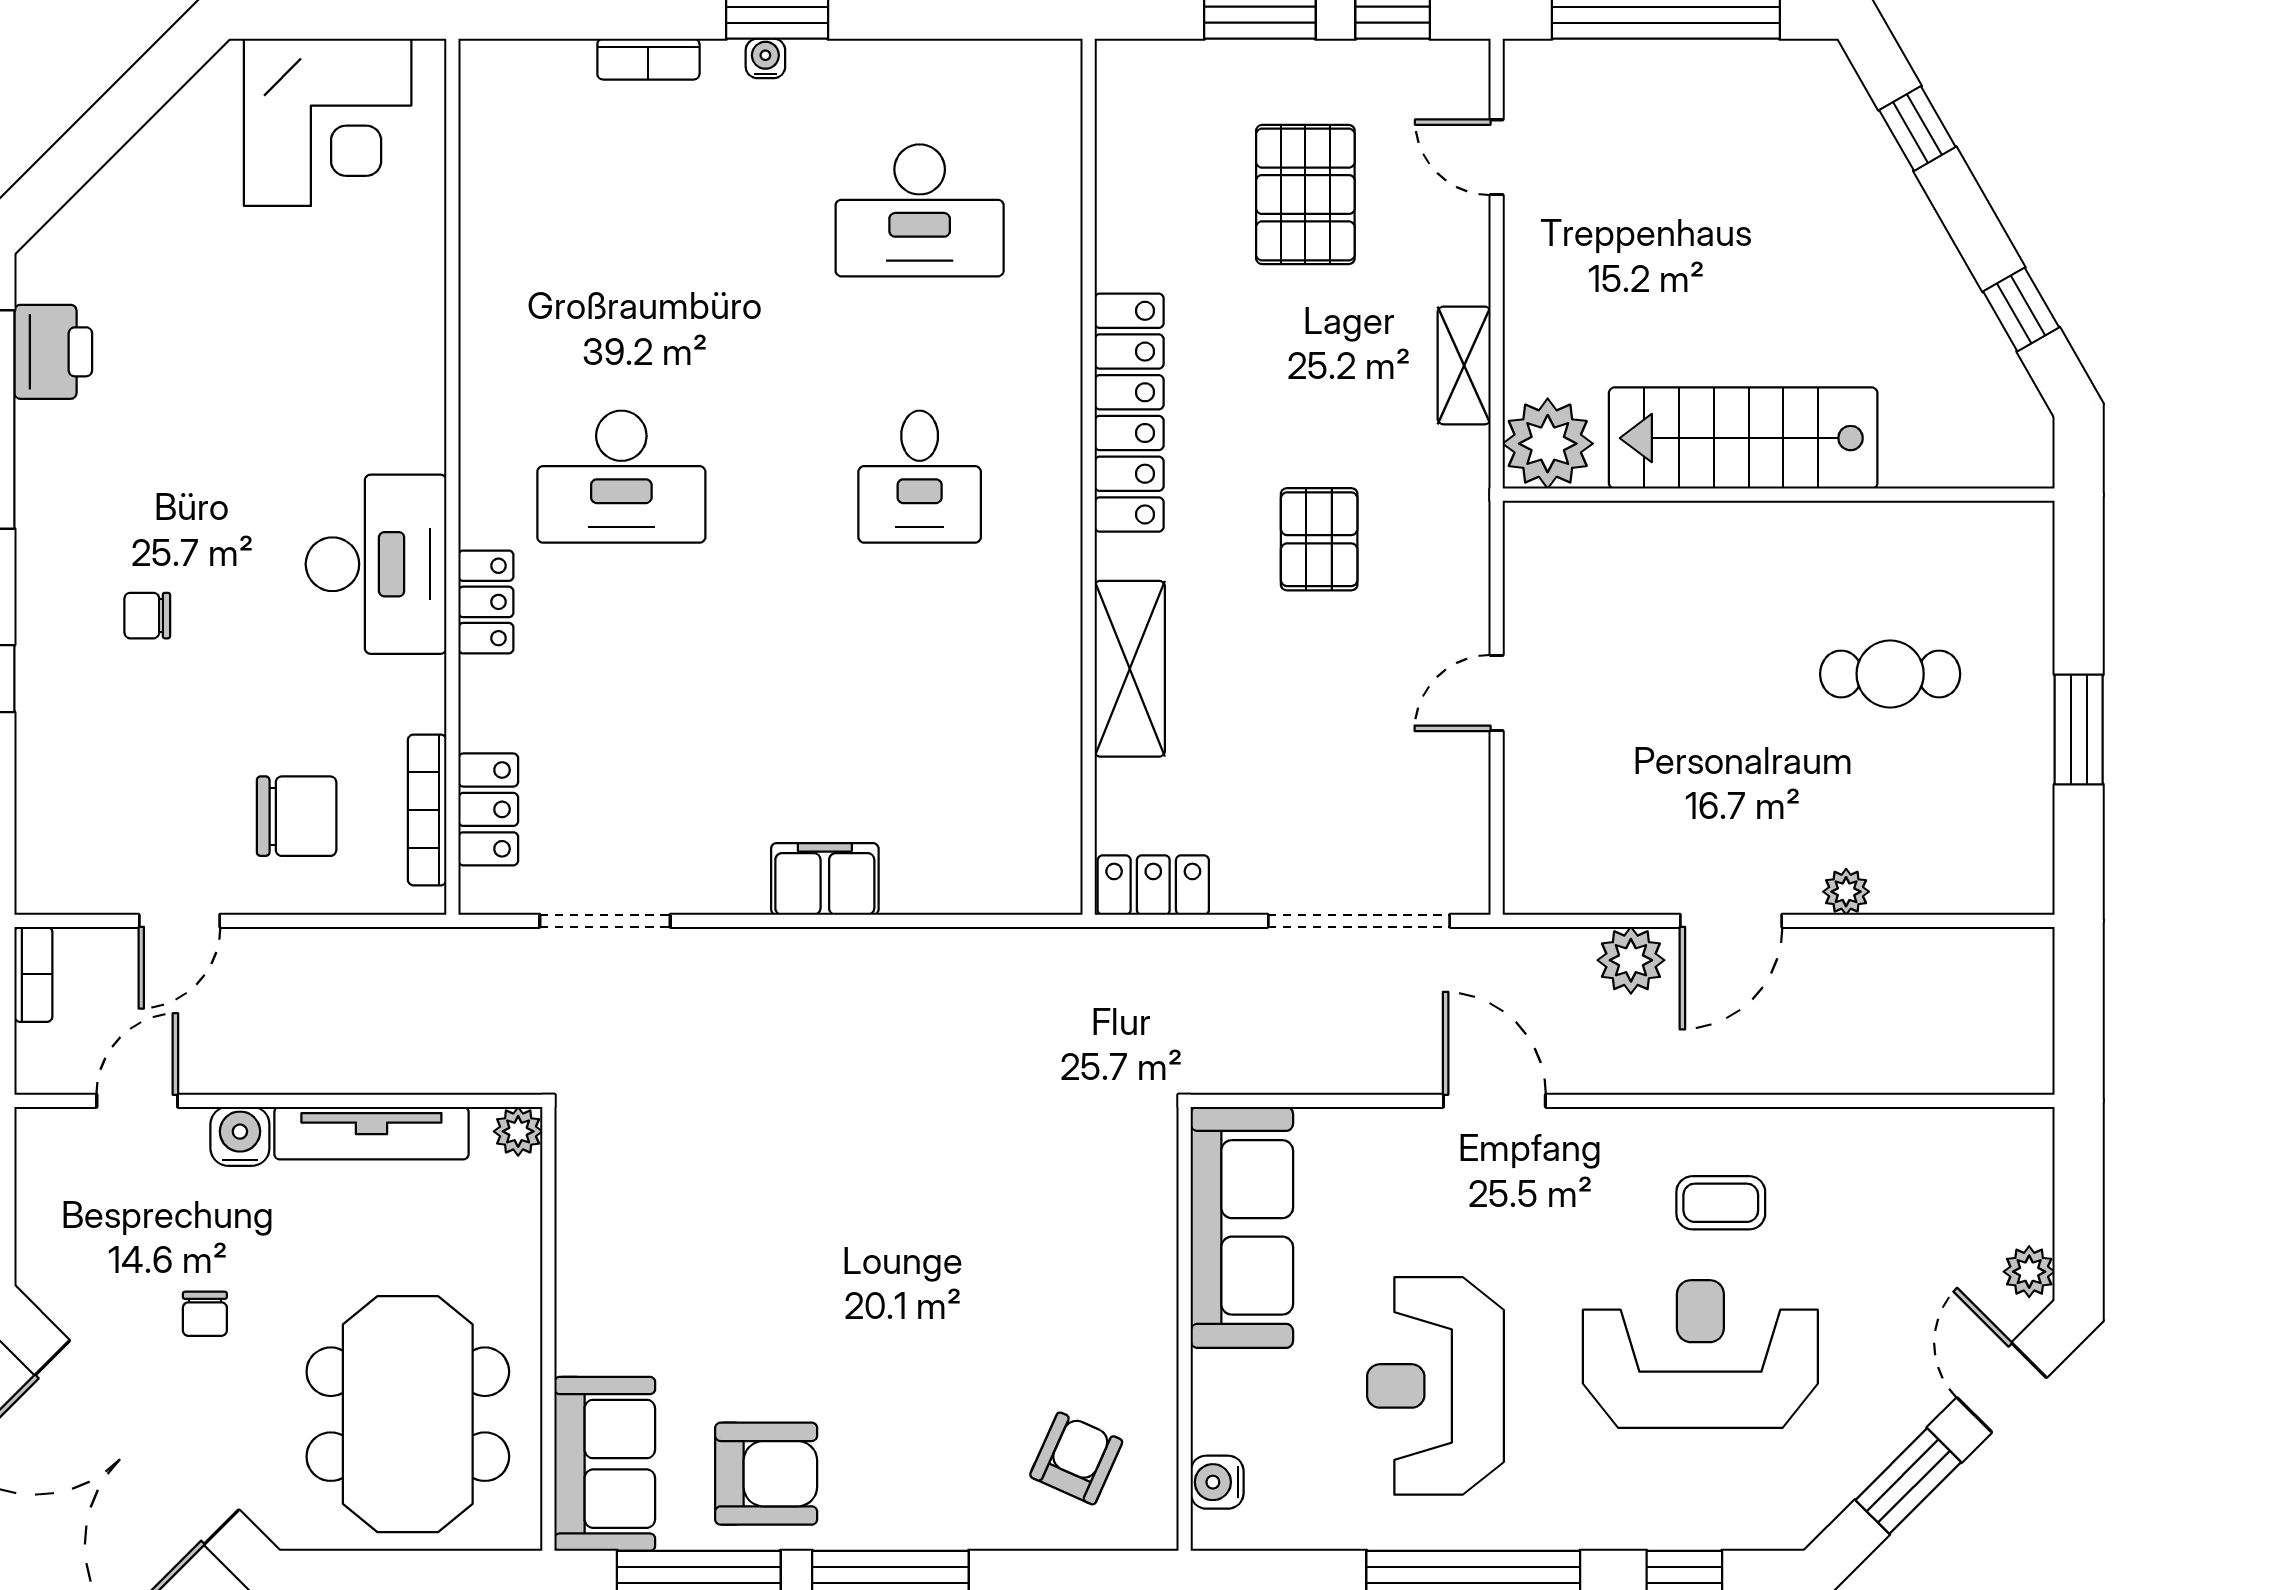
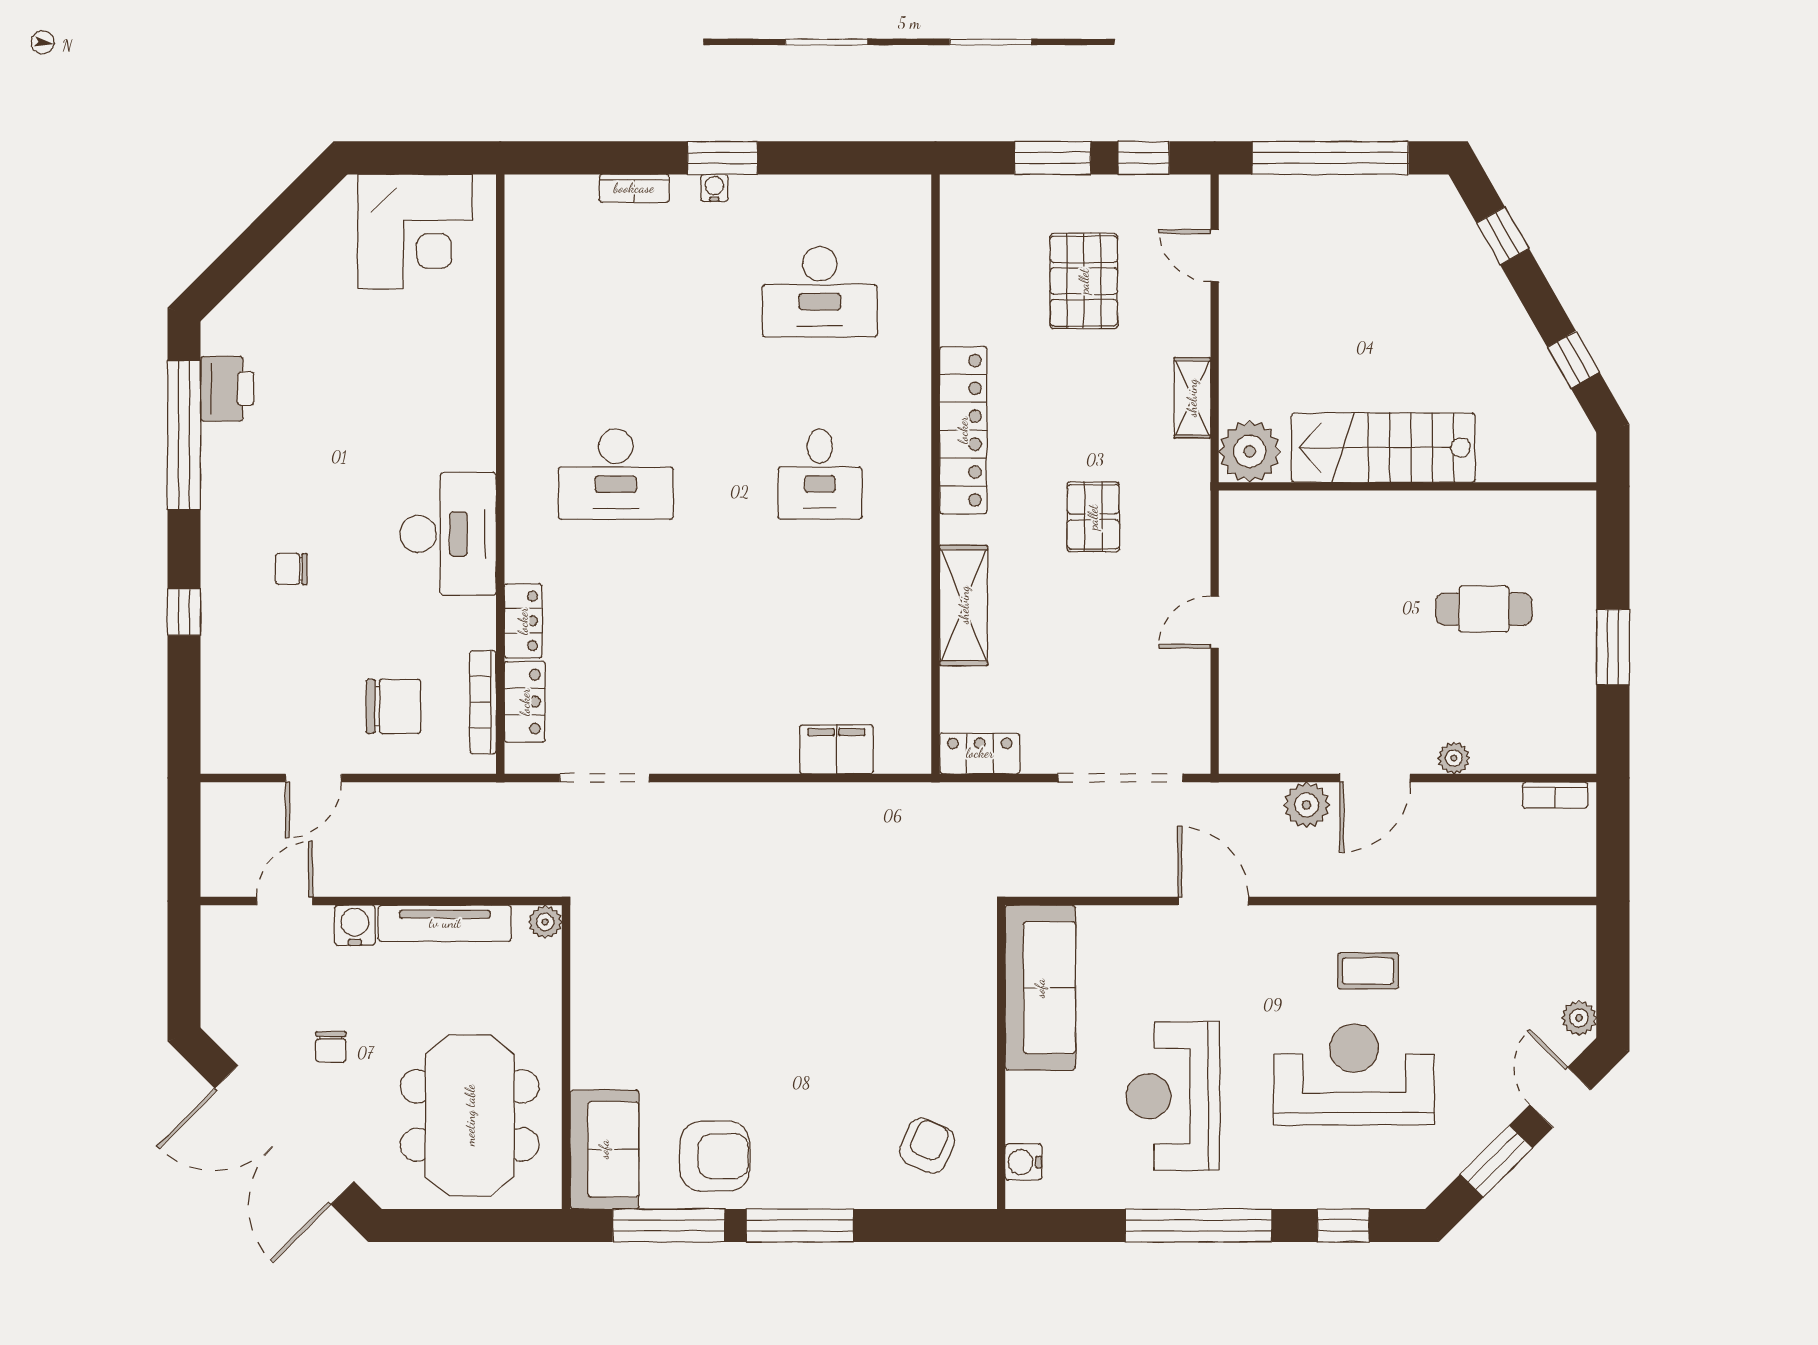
locker: (486, 602) -> (523, 621), moved
filing cabinet: (825, 879) -> (836, 749), moved
bookcase: (33, 974) -> (1555, 795), moved, turned 90

